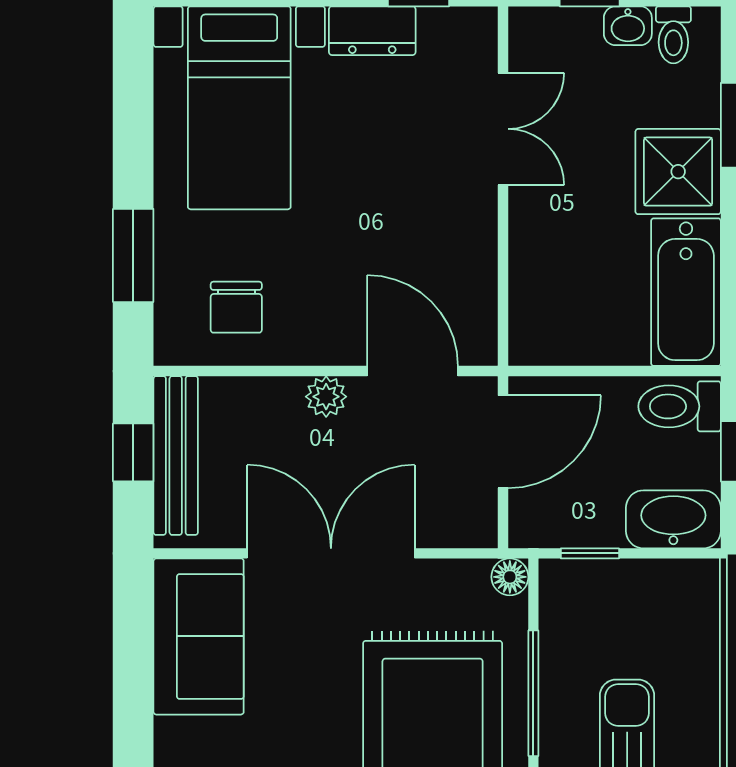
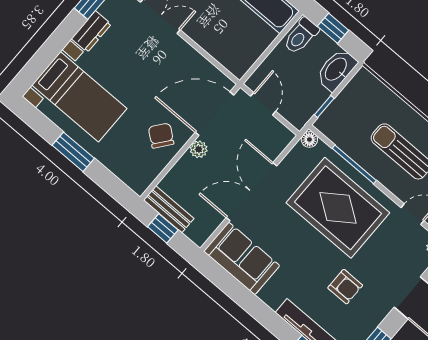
window: (133, 255) -> (73, 152), moved
chair: (236, 307) -> (161, 136), moved, turned -142
door: (413, 371) -> (214, 114), width x1.36
door: (503, 442) -> (263, 104), width x0.73
bench: (176, 456) -> (169, 209), width x0.73

